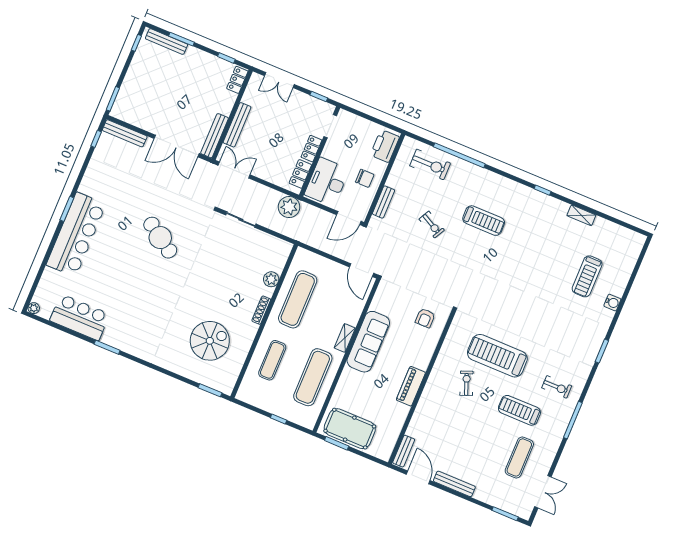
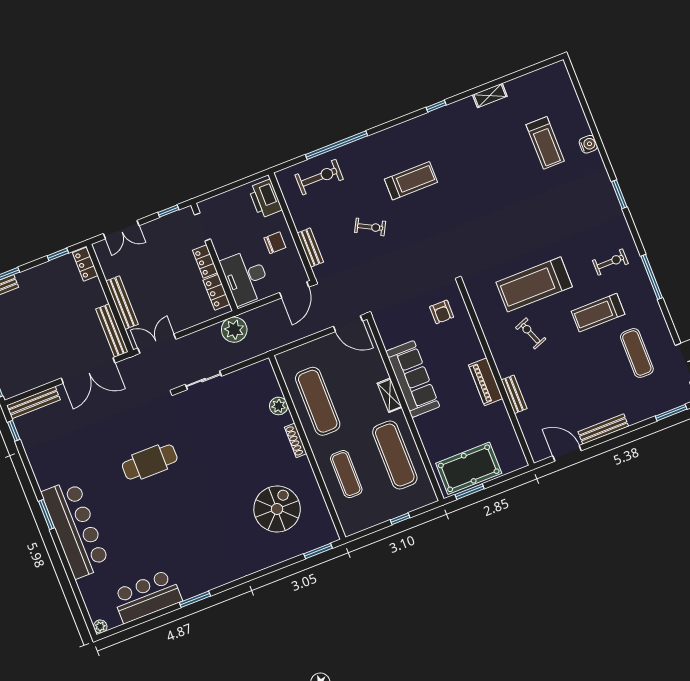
cafe table: (160, 238) -> (150, 462), turned -34
bench: (404, 451) -> (514, 394), moved

